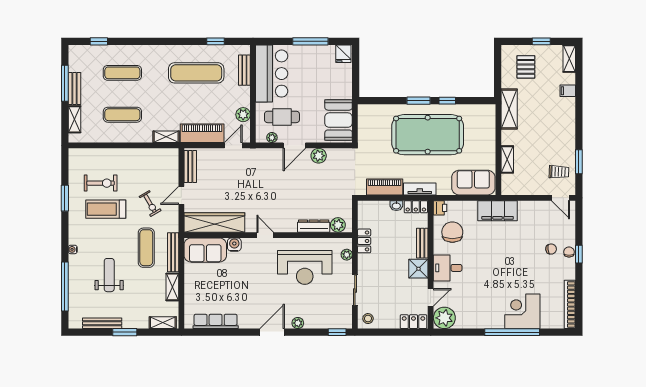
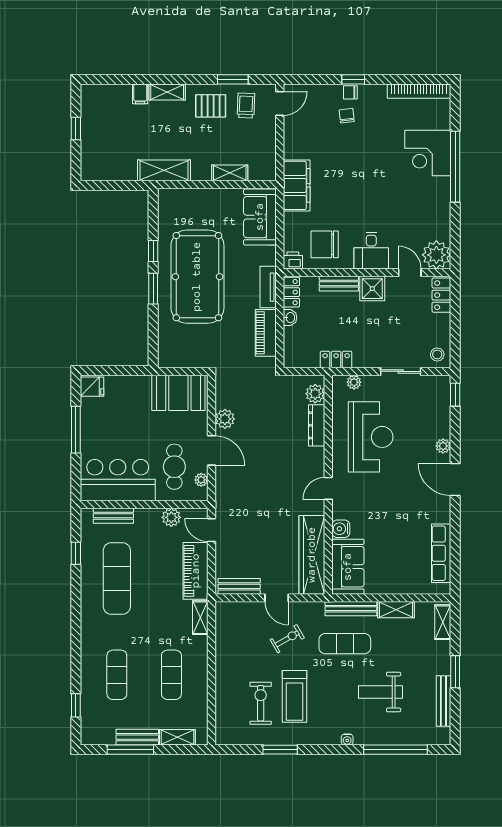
shelving: (569, 59) -> (167, 92), moved
pallet: (526, 67) -> (211, 106), moved

